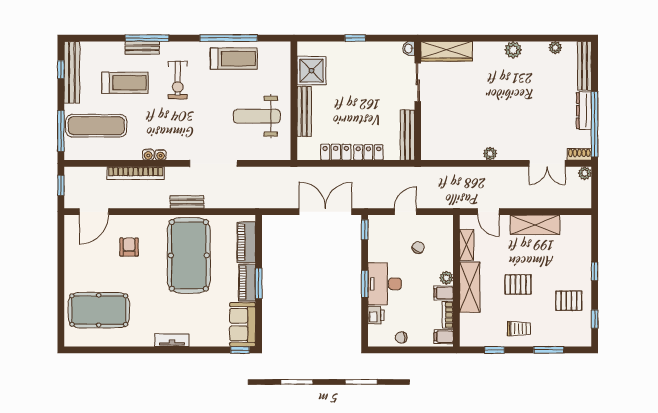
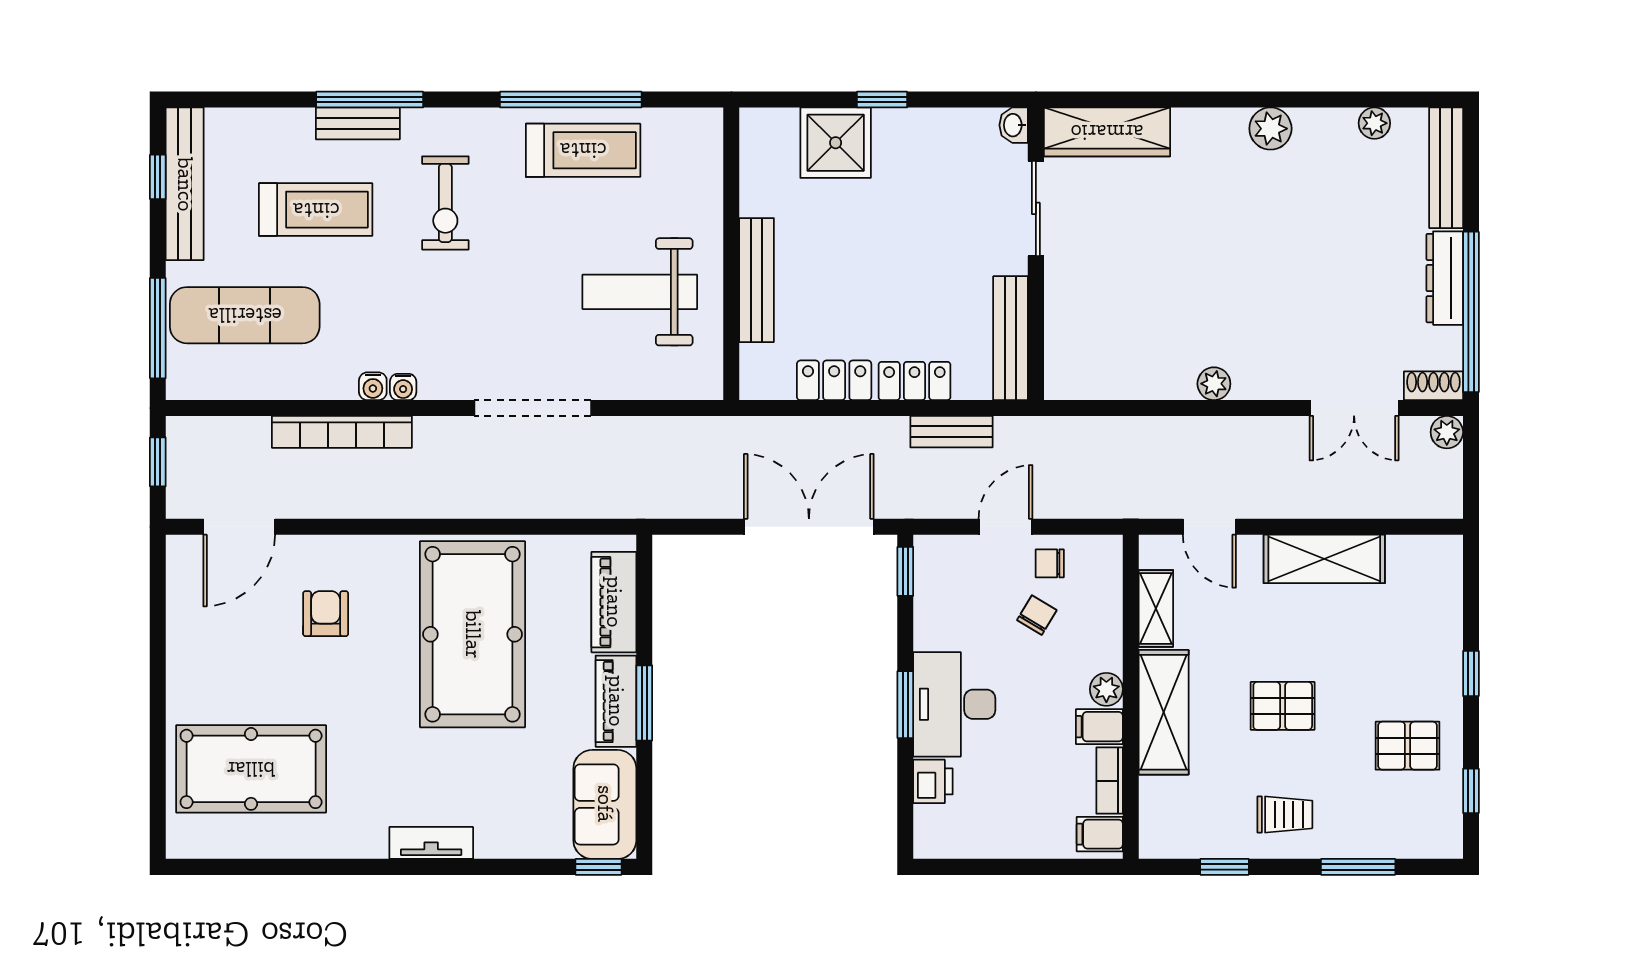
shower: (311, 71) -> (836, 143), moved
bench: (187, 202) -> (951, 432), moved
chair: (401, 337) -> (1050, 563), moved

